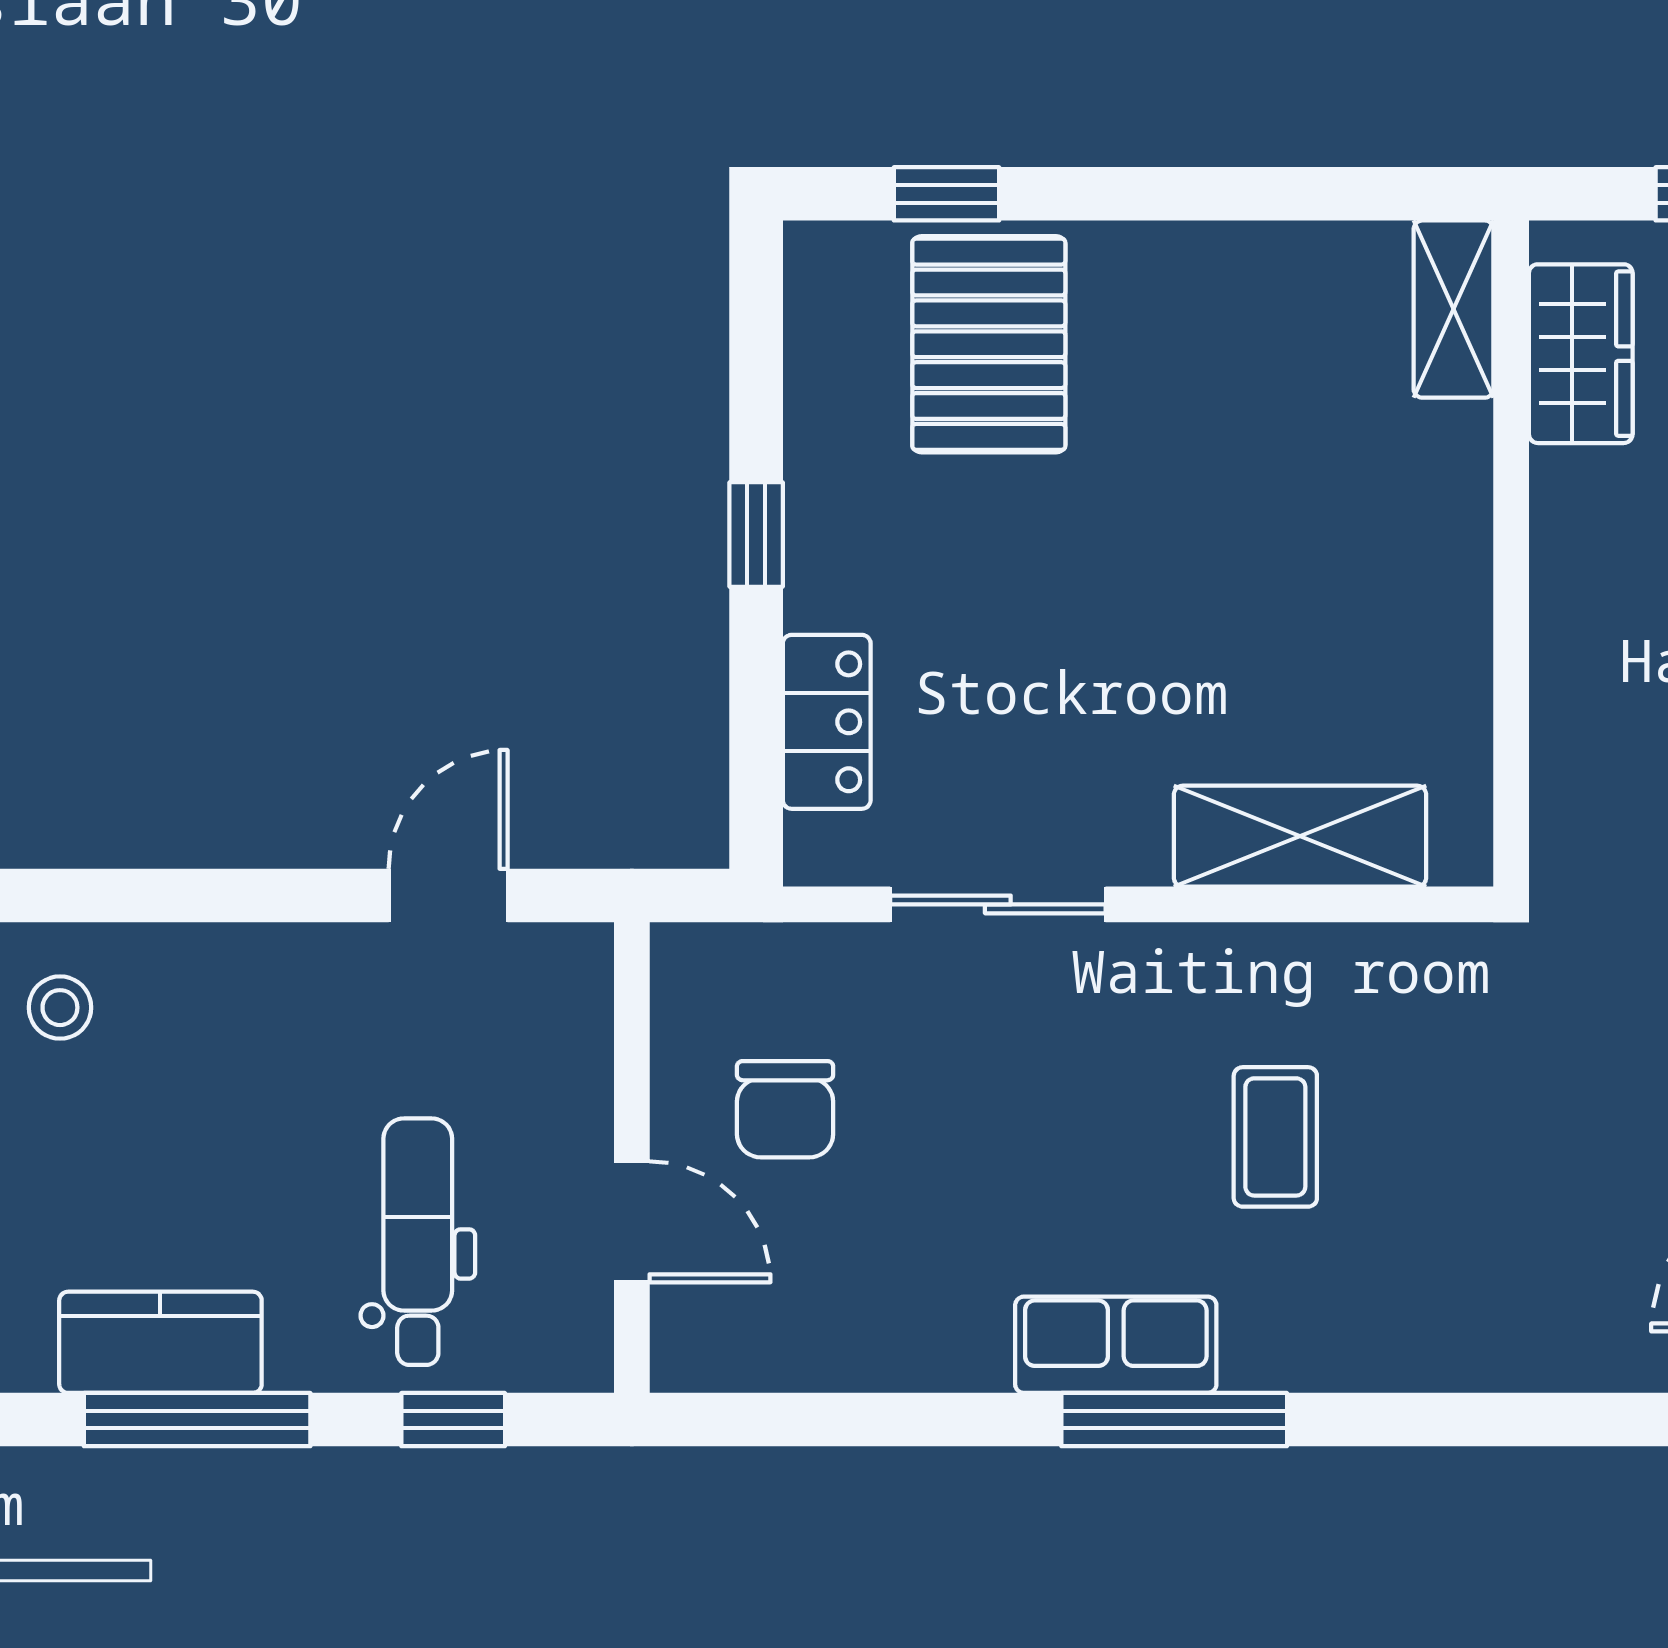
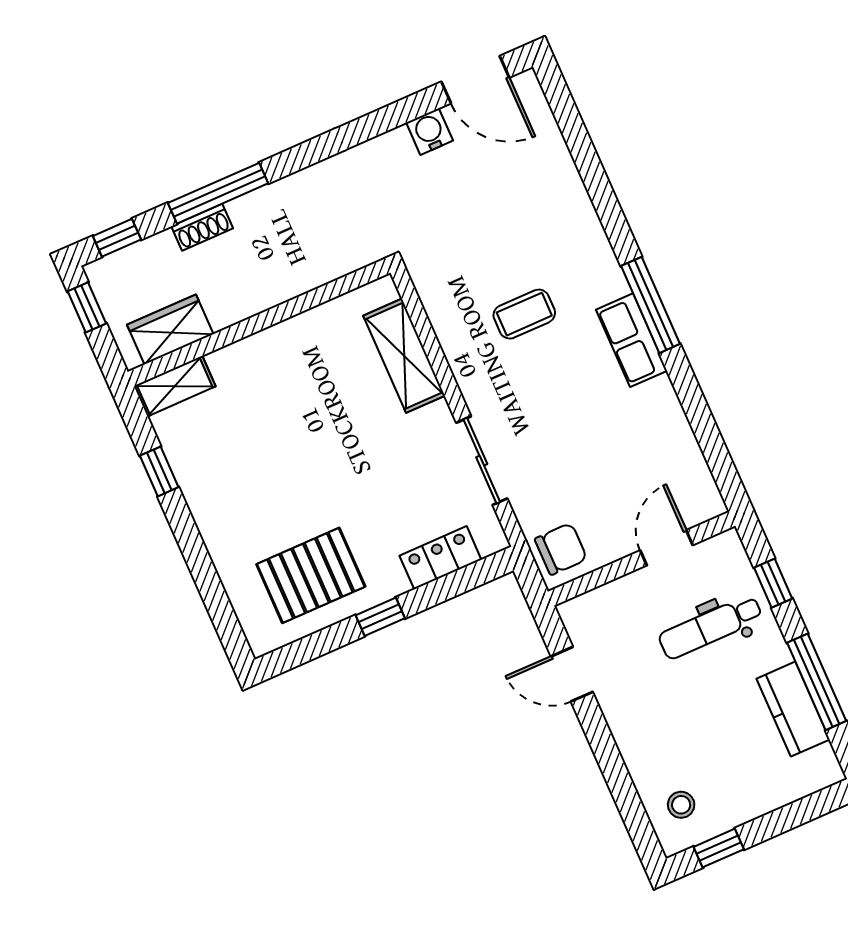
window: (947, 194) -> (159, 471), moved
pallet: (989, 344) -> (311, 575), moved
chair: (785, 1109) -> (561, 549), moved

